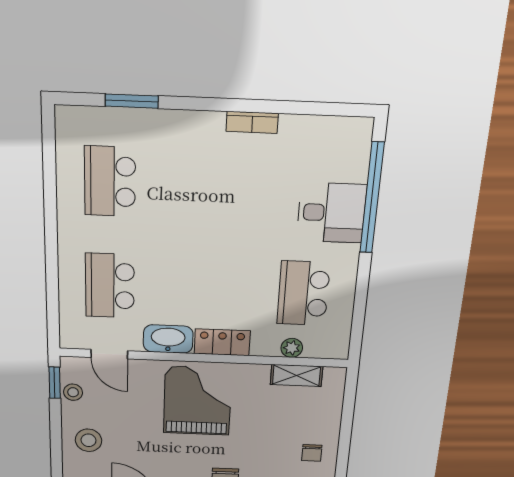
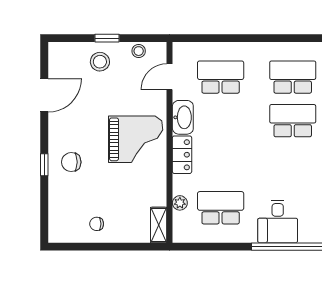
school desk: (177, 184) -> (293, 121), added
shelving: (297, 375) -> (159, 225), moved
window: (55, 383) -> (107, 38), moved

